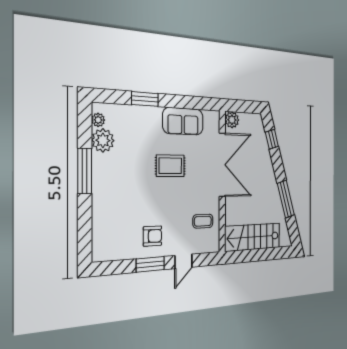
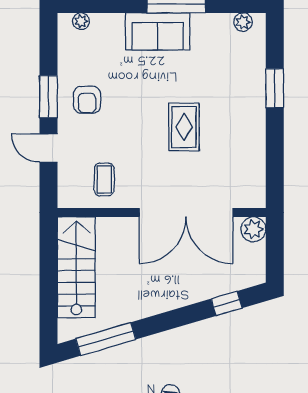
sofa: (183, 121) -> (158, 31), moved, turned -90
plant: (103, 140) -> (81, 21), moved, width x0.53, depth x0.53
window: (286, 199) -> (106, 339), moved

